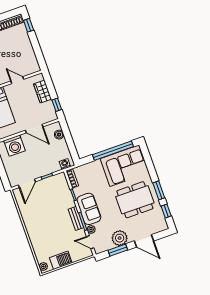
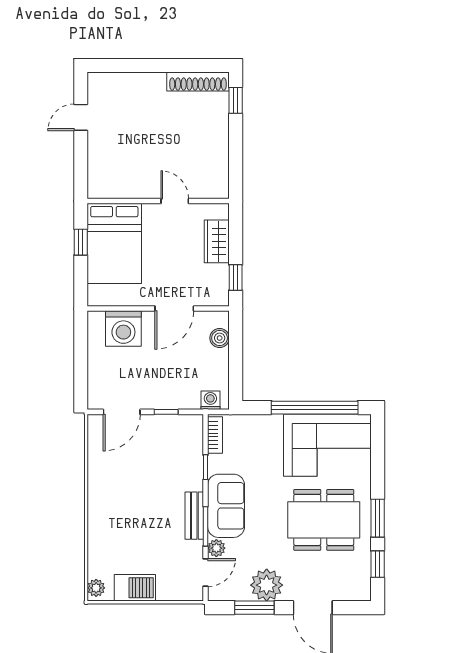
door: (34, 129) -> (174, 309), hinge flipped
door: (90, 242) -> (206, 573), swing flipped

